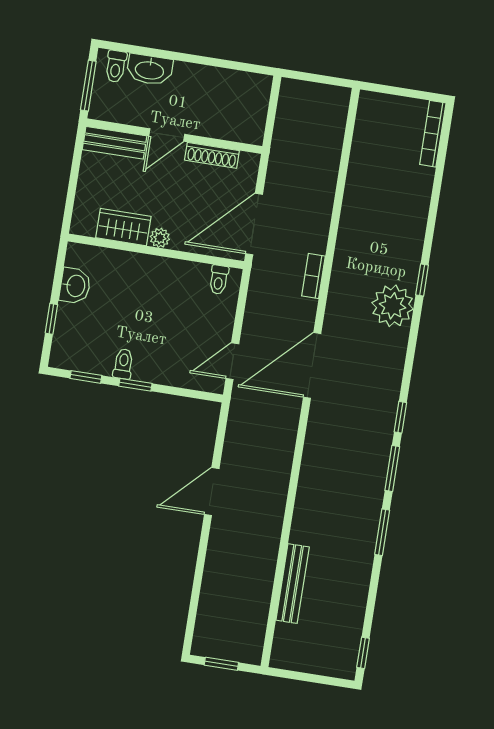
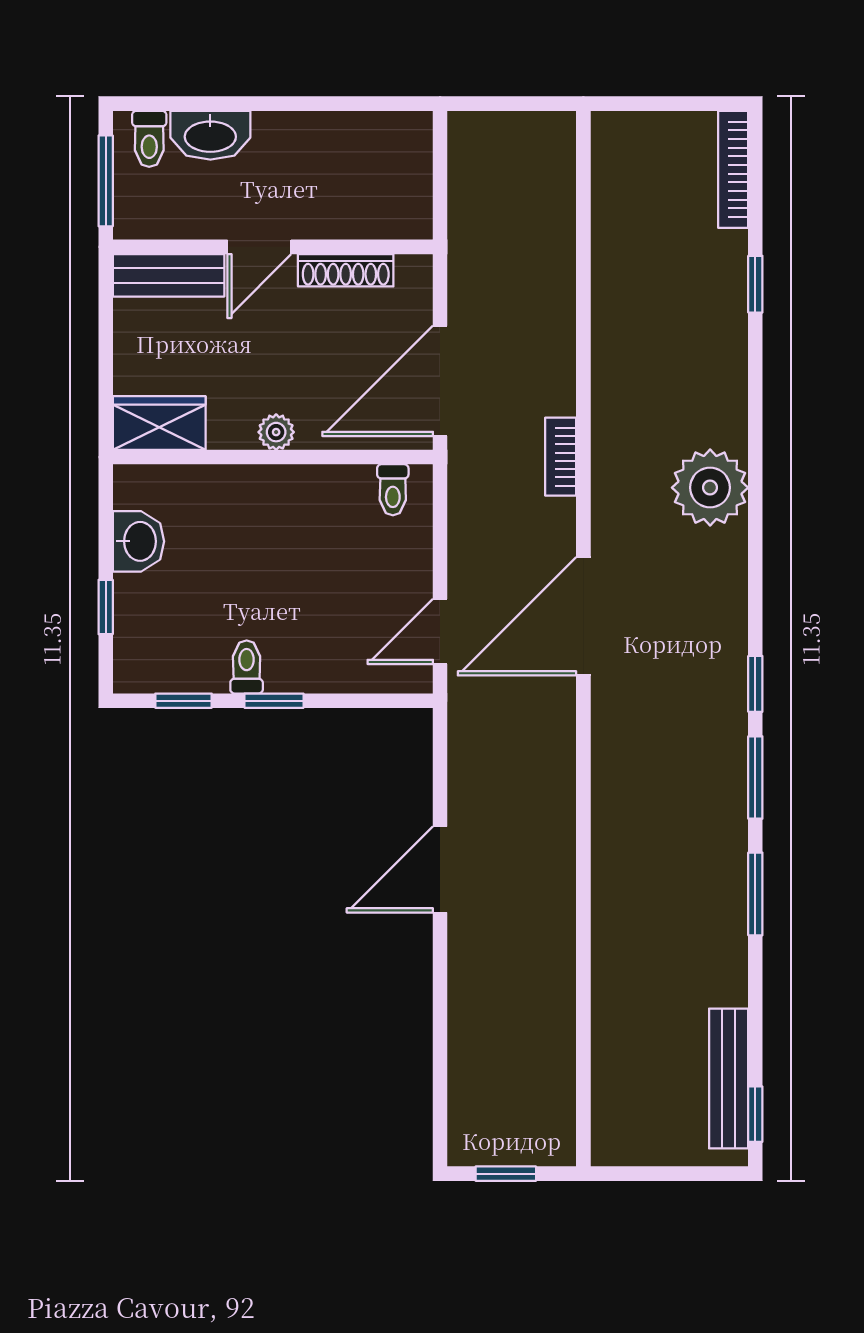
wardrobe: (123, 227) -> (159, 423), moved
window: (422, 280) -> (755, 284), moved
bench: (293, 584) -> (729, 1078), moved

